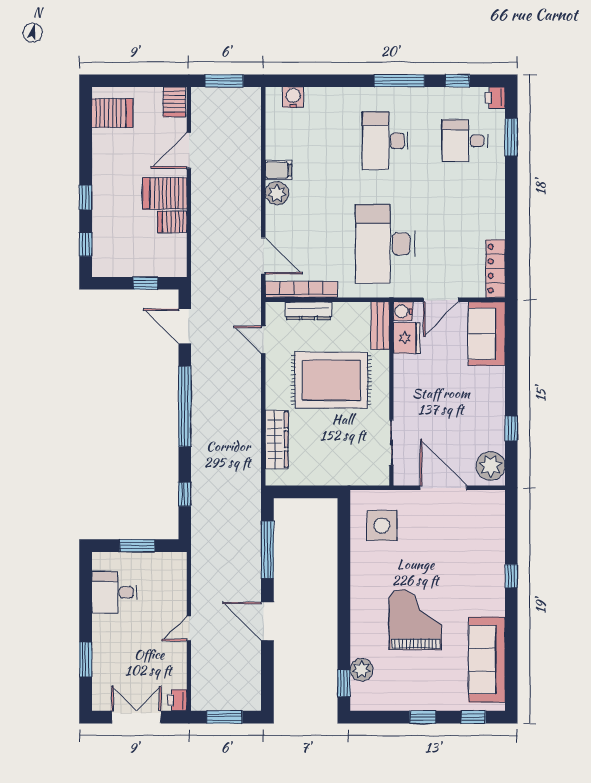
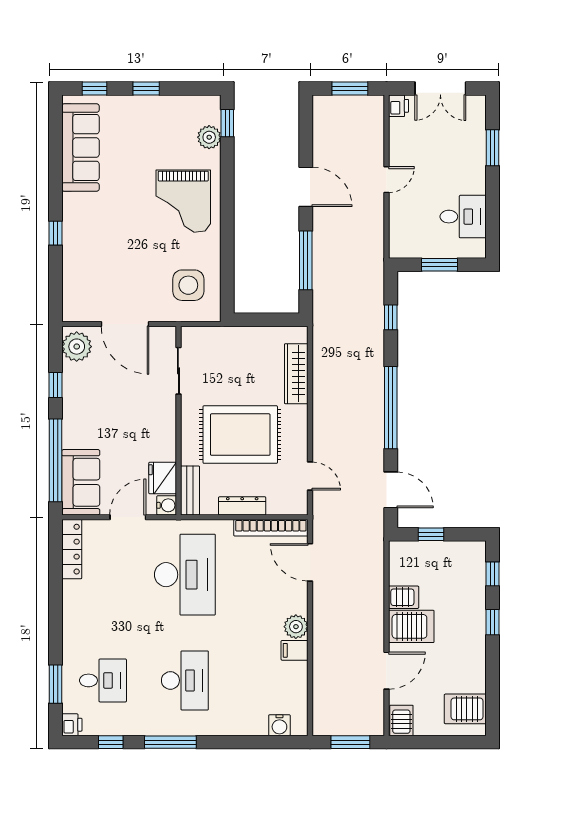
dresser: (308, 311) -> (242, 506), moved
window: (511, 355) -> (55, 460), added
grand piano: (416, 619) -> (183, 201), moved

